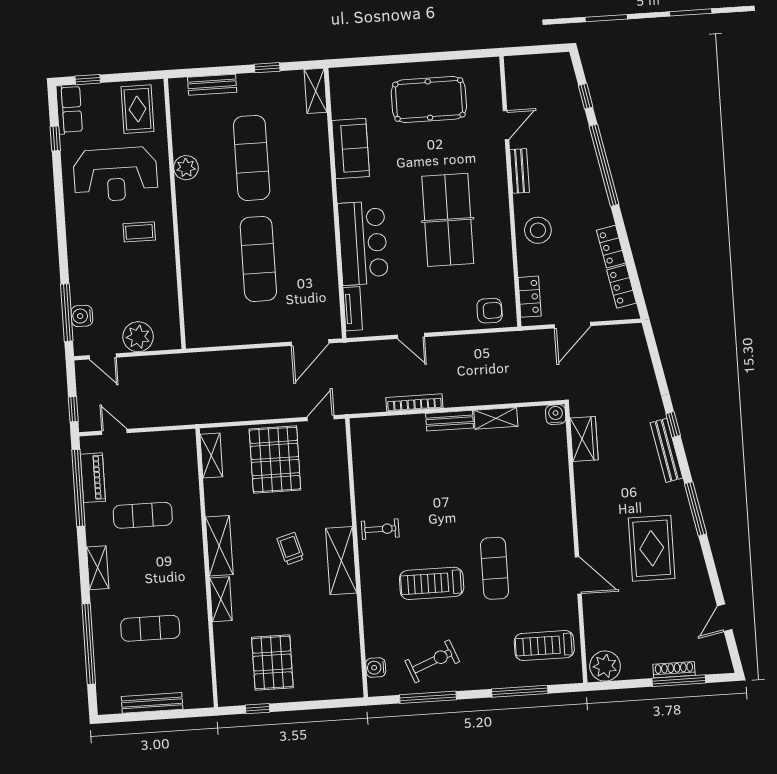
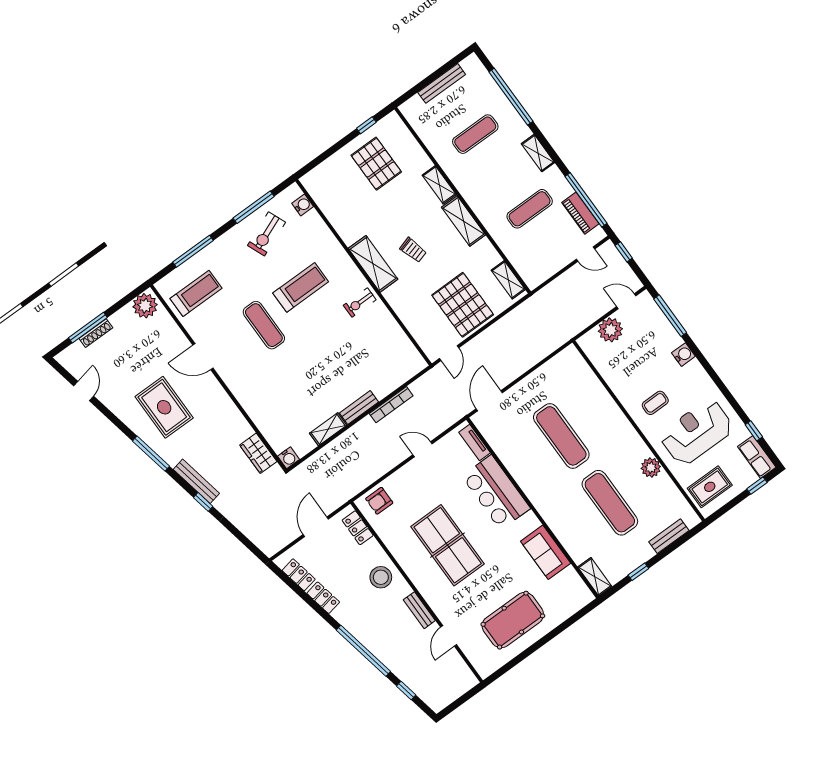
rug: (137, 109) -> (710, 487), turned 90
water cooler: (82, 316) -> (683, 355), moved

